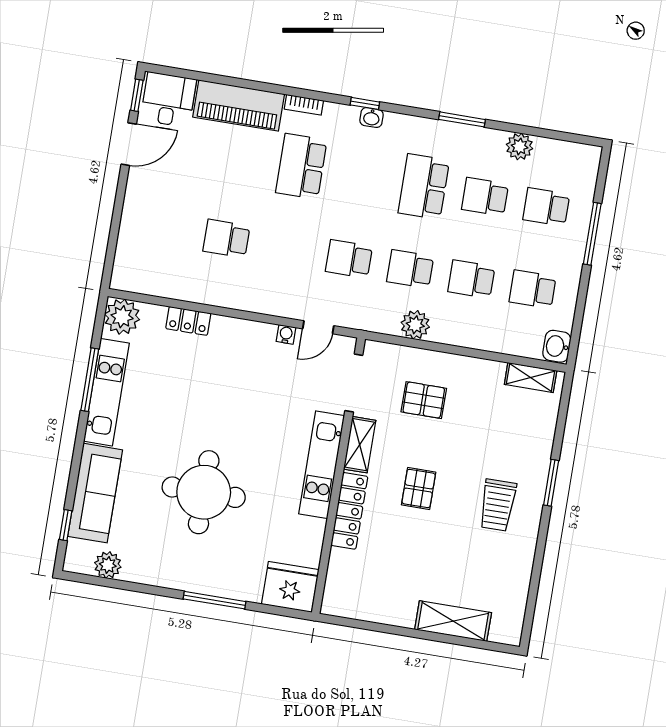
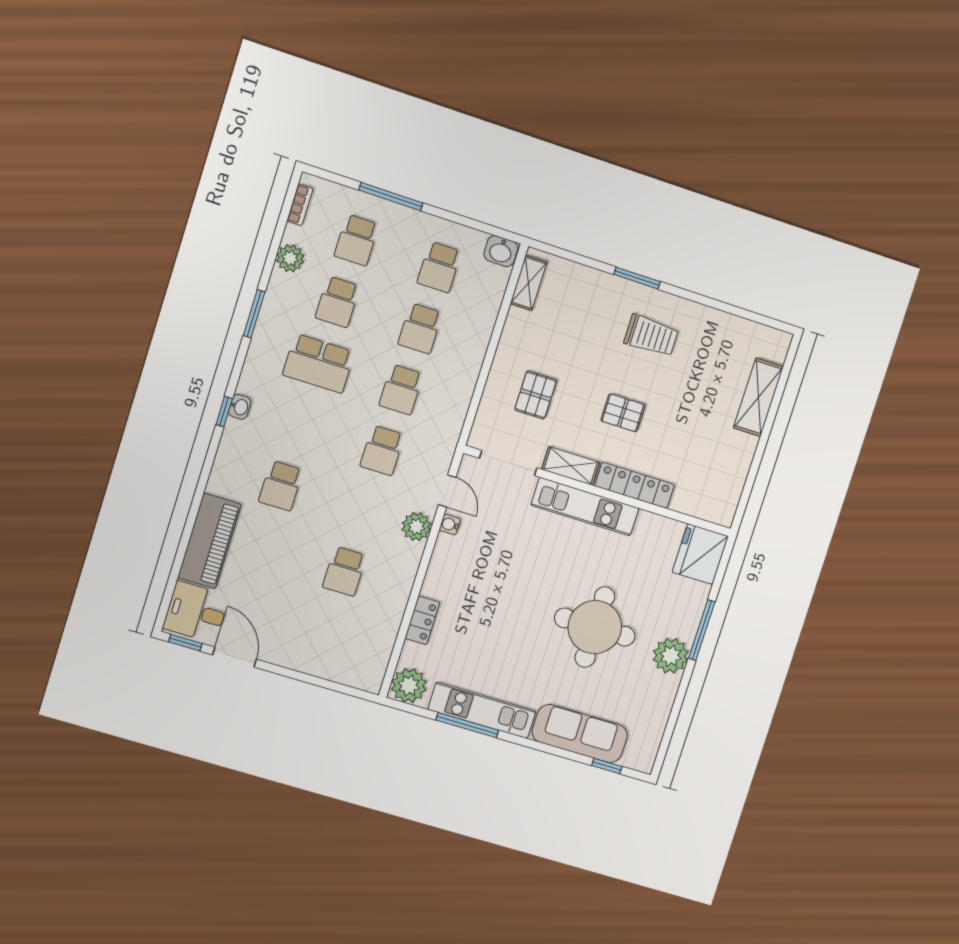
bookcase: (304, 105) -> (300, 205), moved
school desk: (301, 166) -> (281, 486), width x0.54
plant: (415, 325) -> (416, 527), moved
plant: (108, 565) -> (671, 656), moved, width x1.36, depth x1.36

